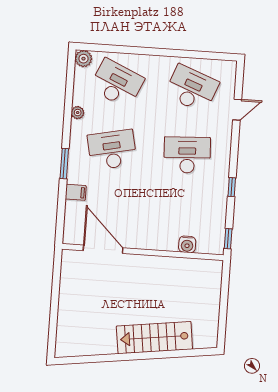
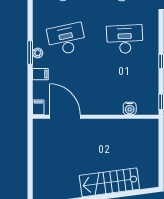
plant: (78, 113) -> (38, 53), moved
filing cabinet: (70, 235) -> (38, 107), added

